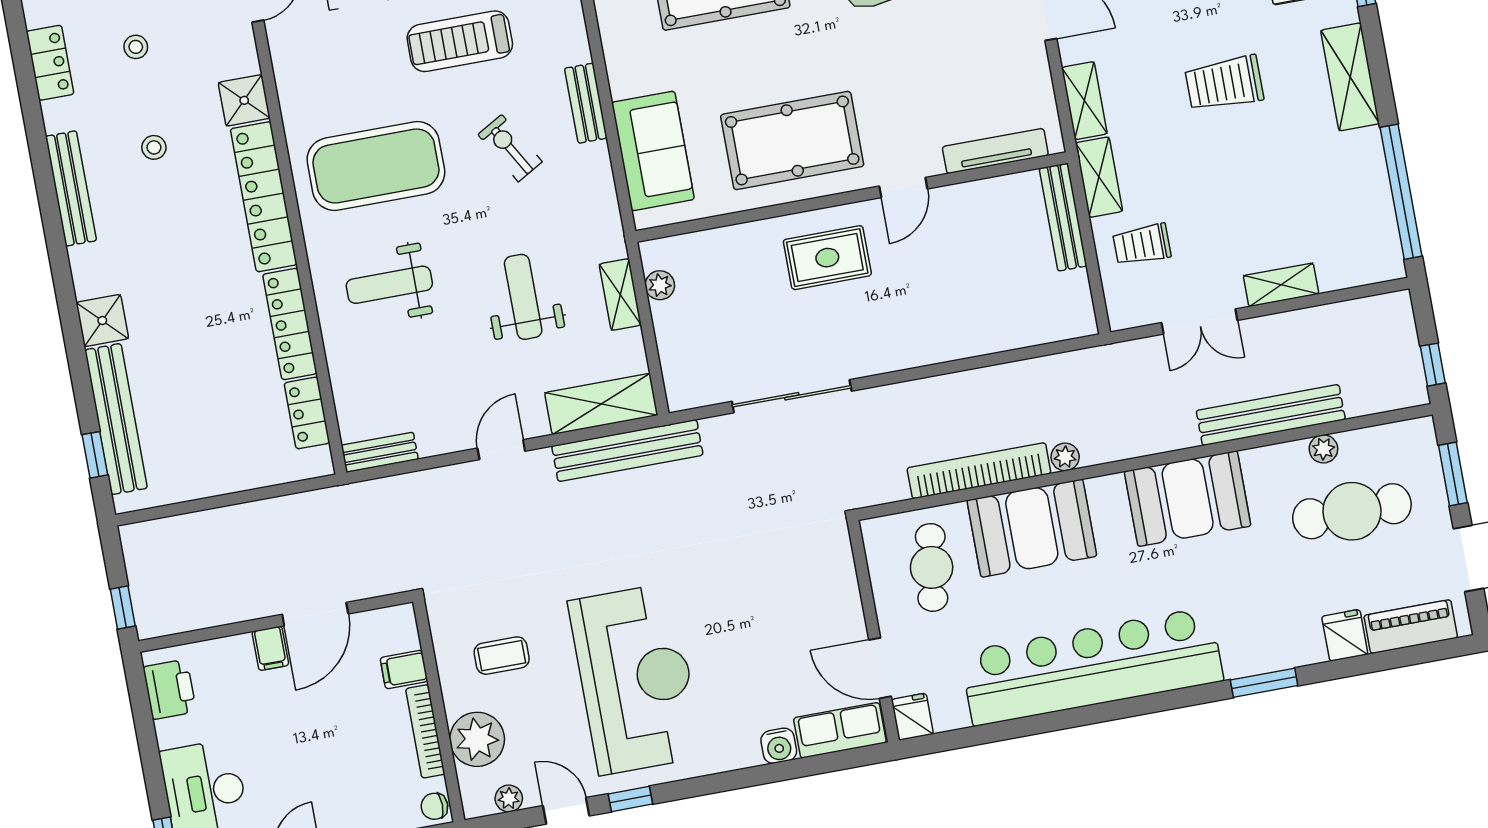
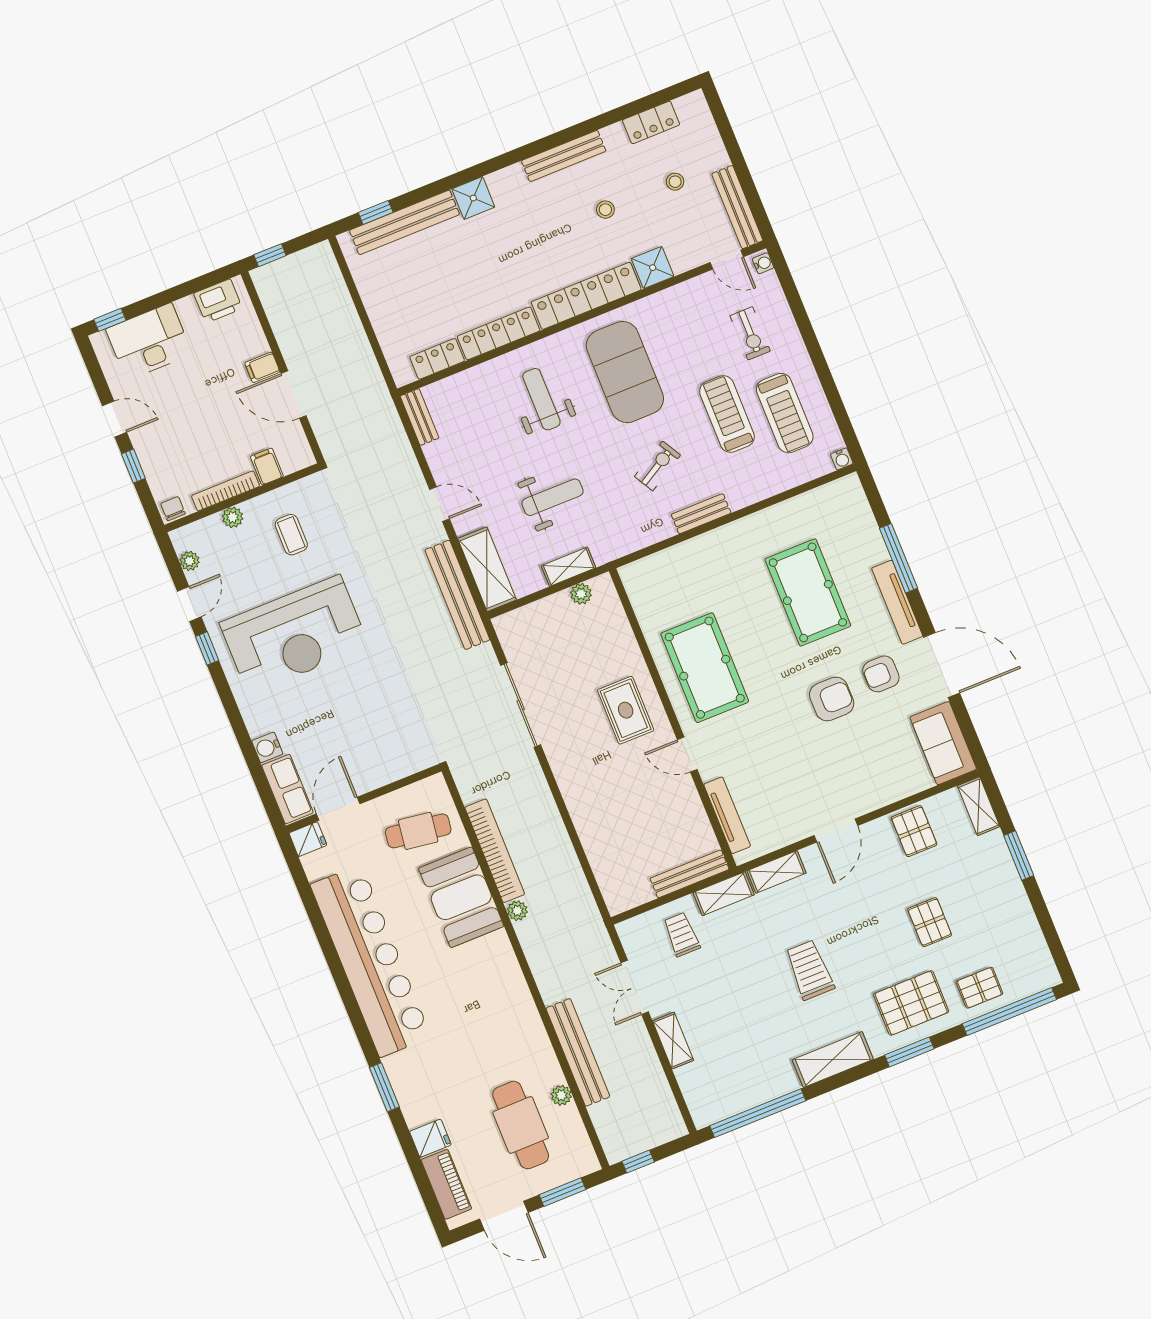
sofa: (653, 151) -> (677, 569), removed
booth: (1188, 499) -> (505, 1005), removed
plant: (477, 739) -> (233, 517), width x0.53, depth x0.53

